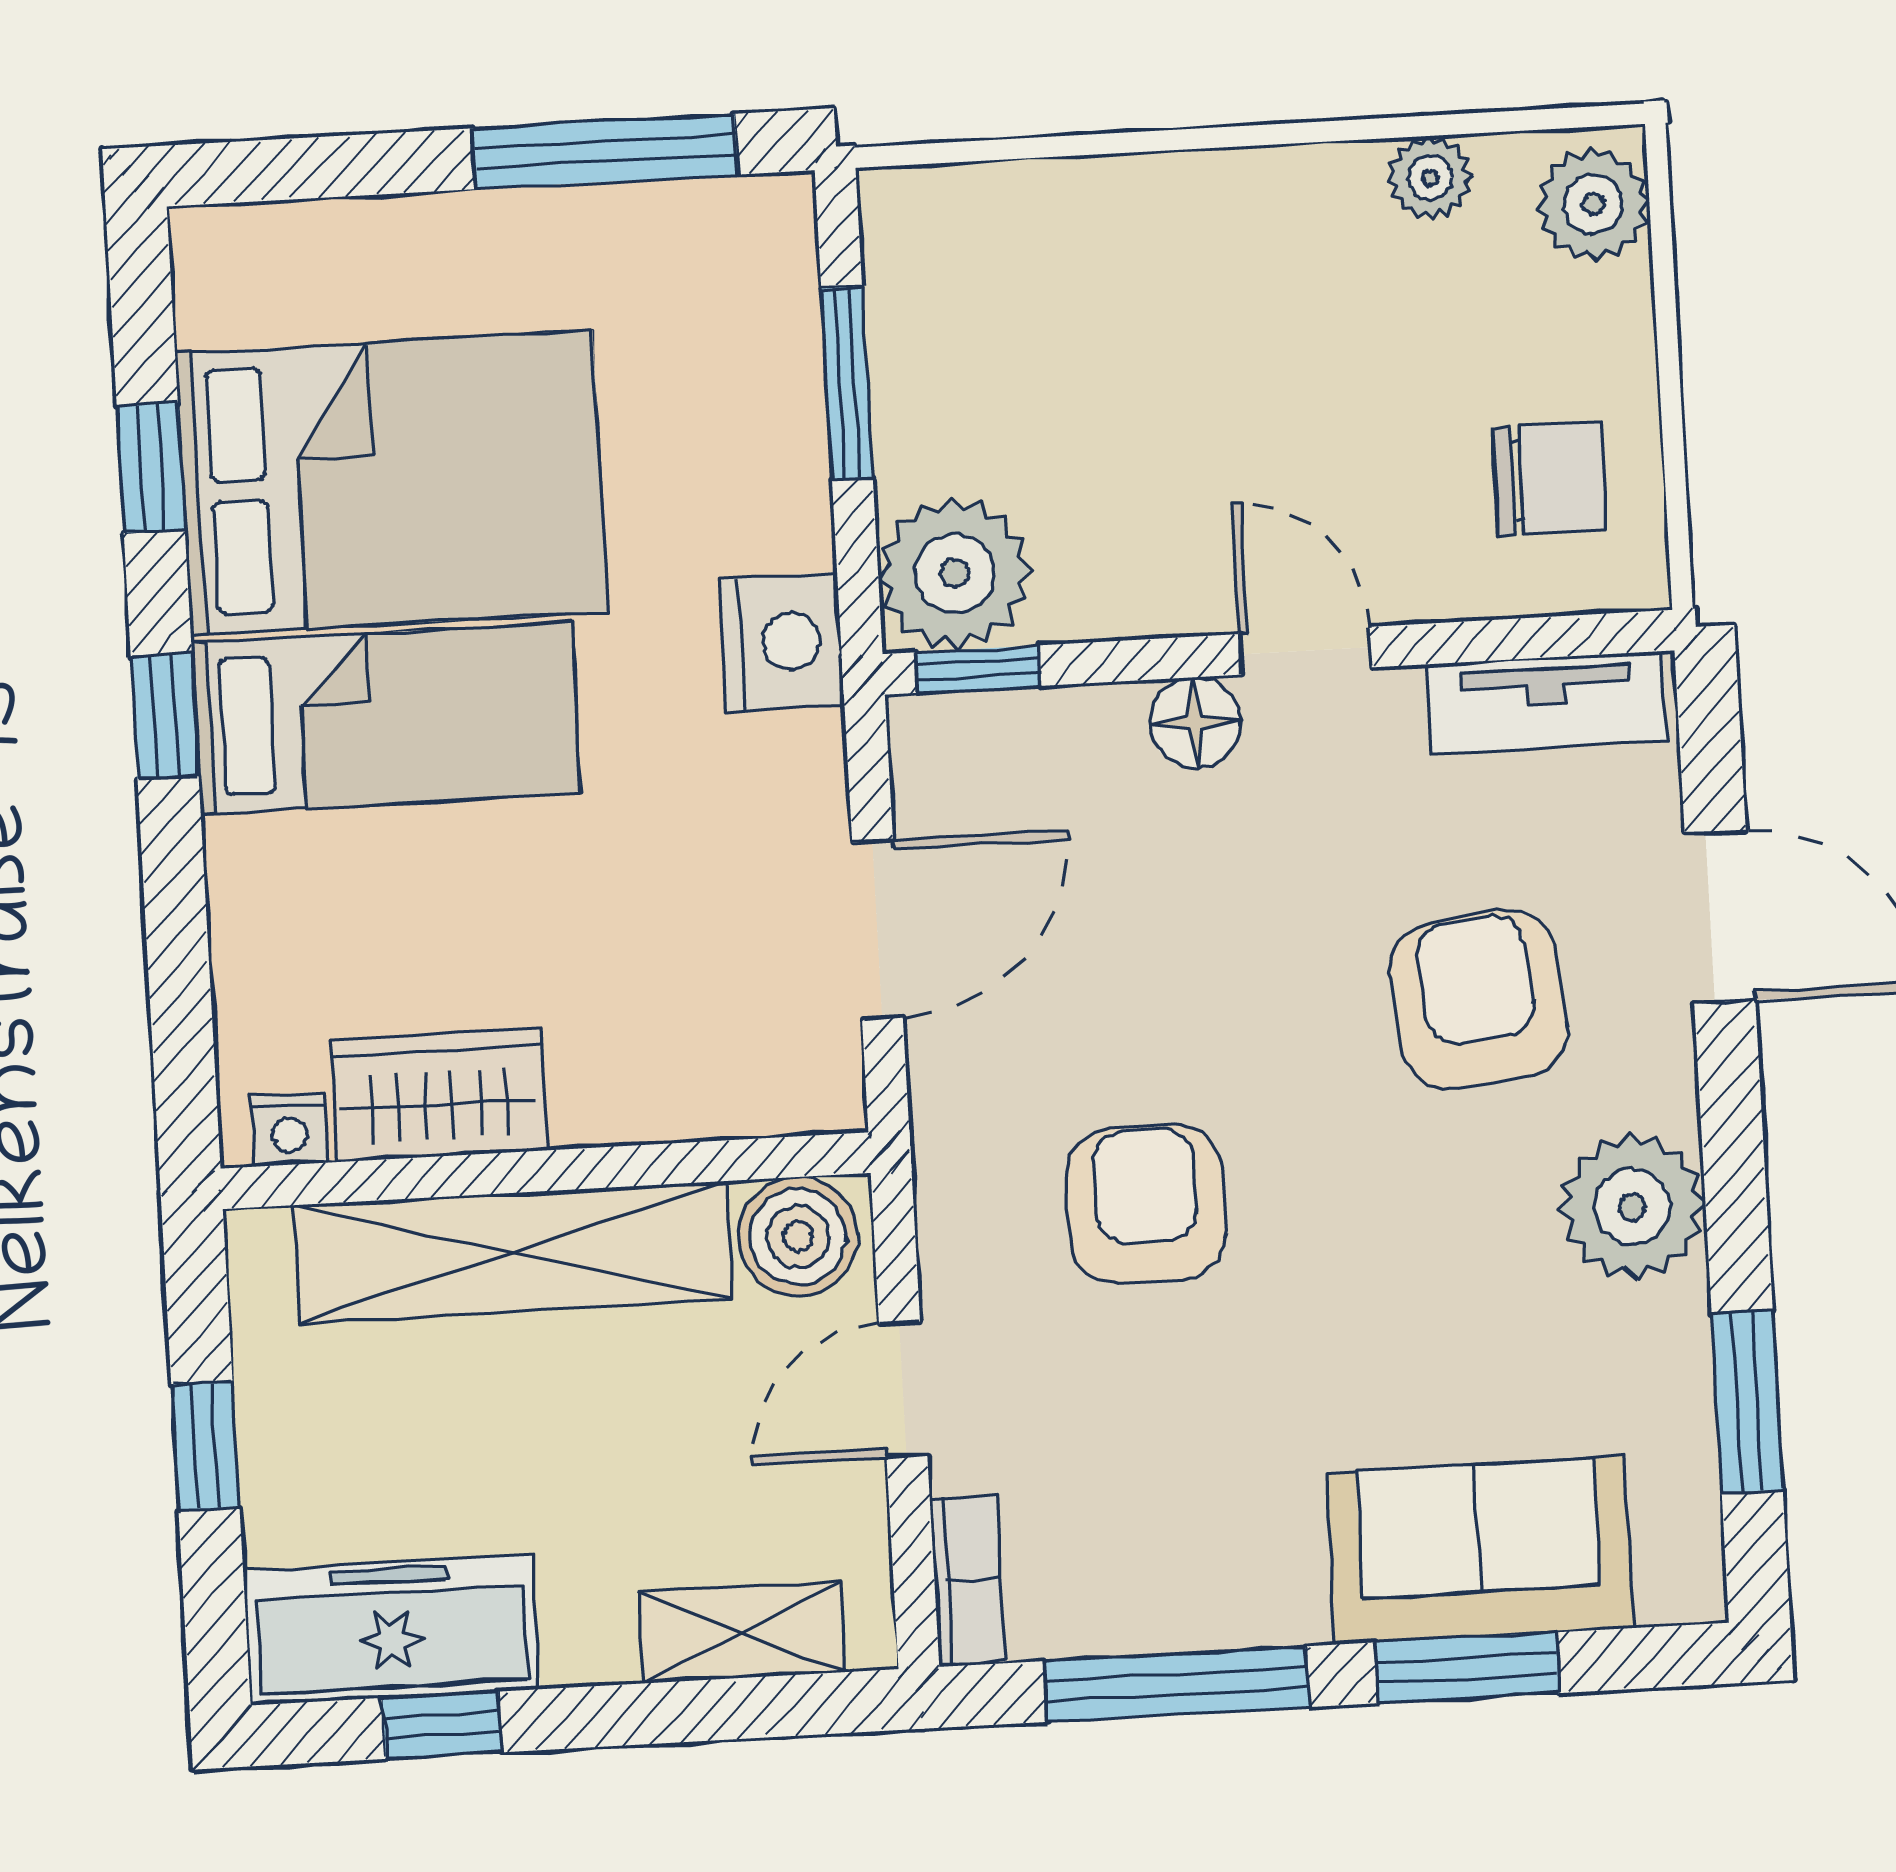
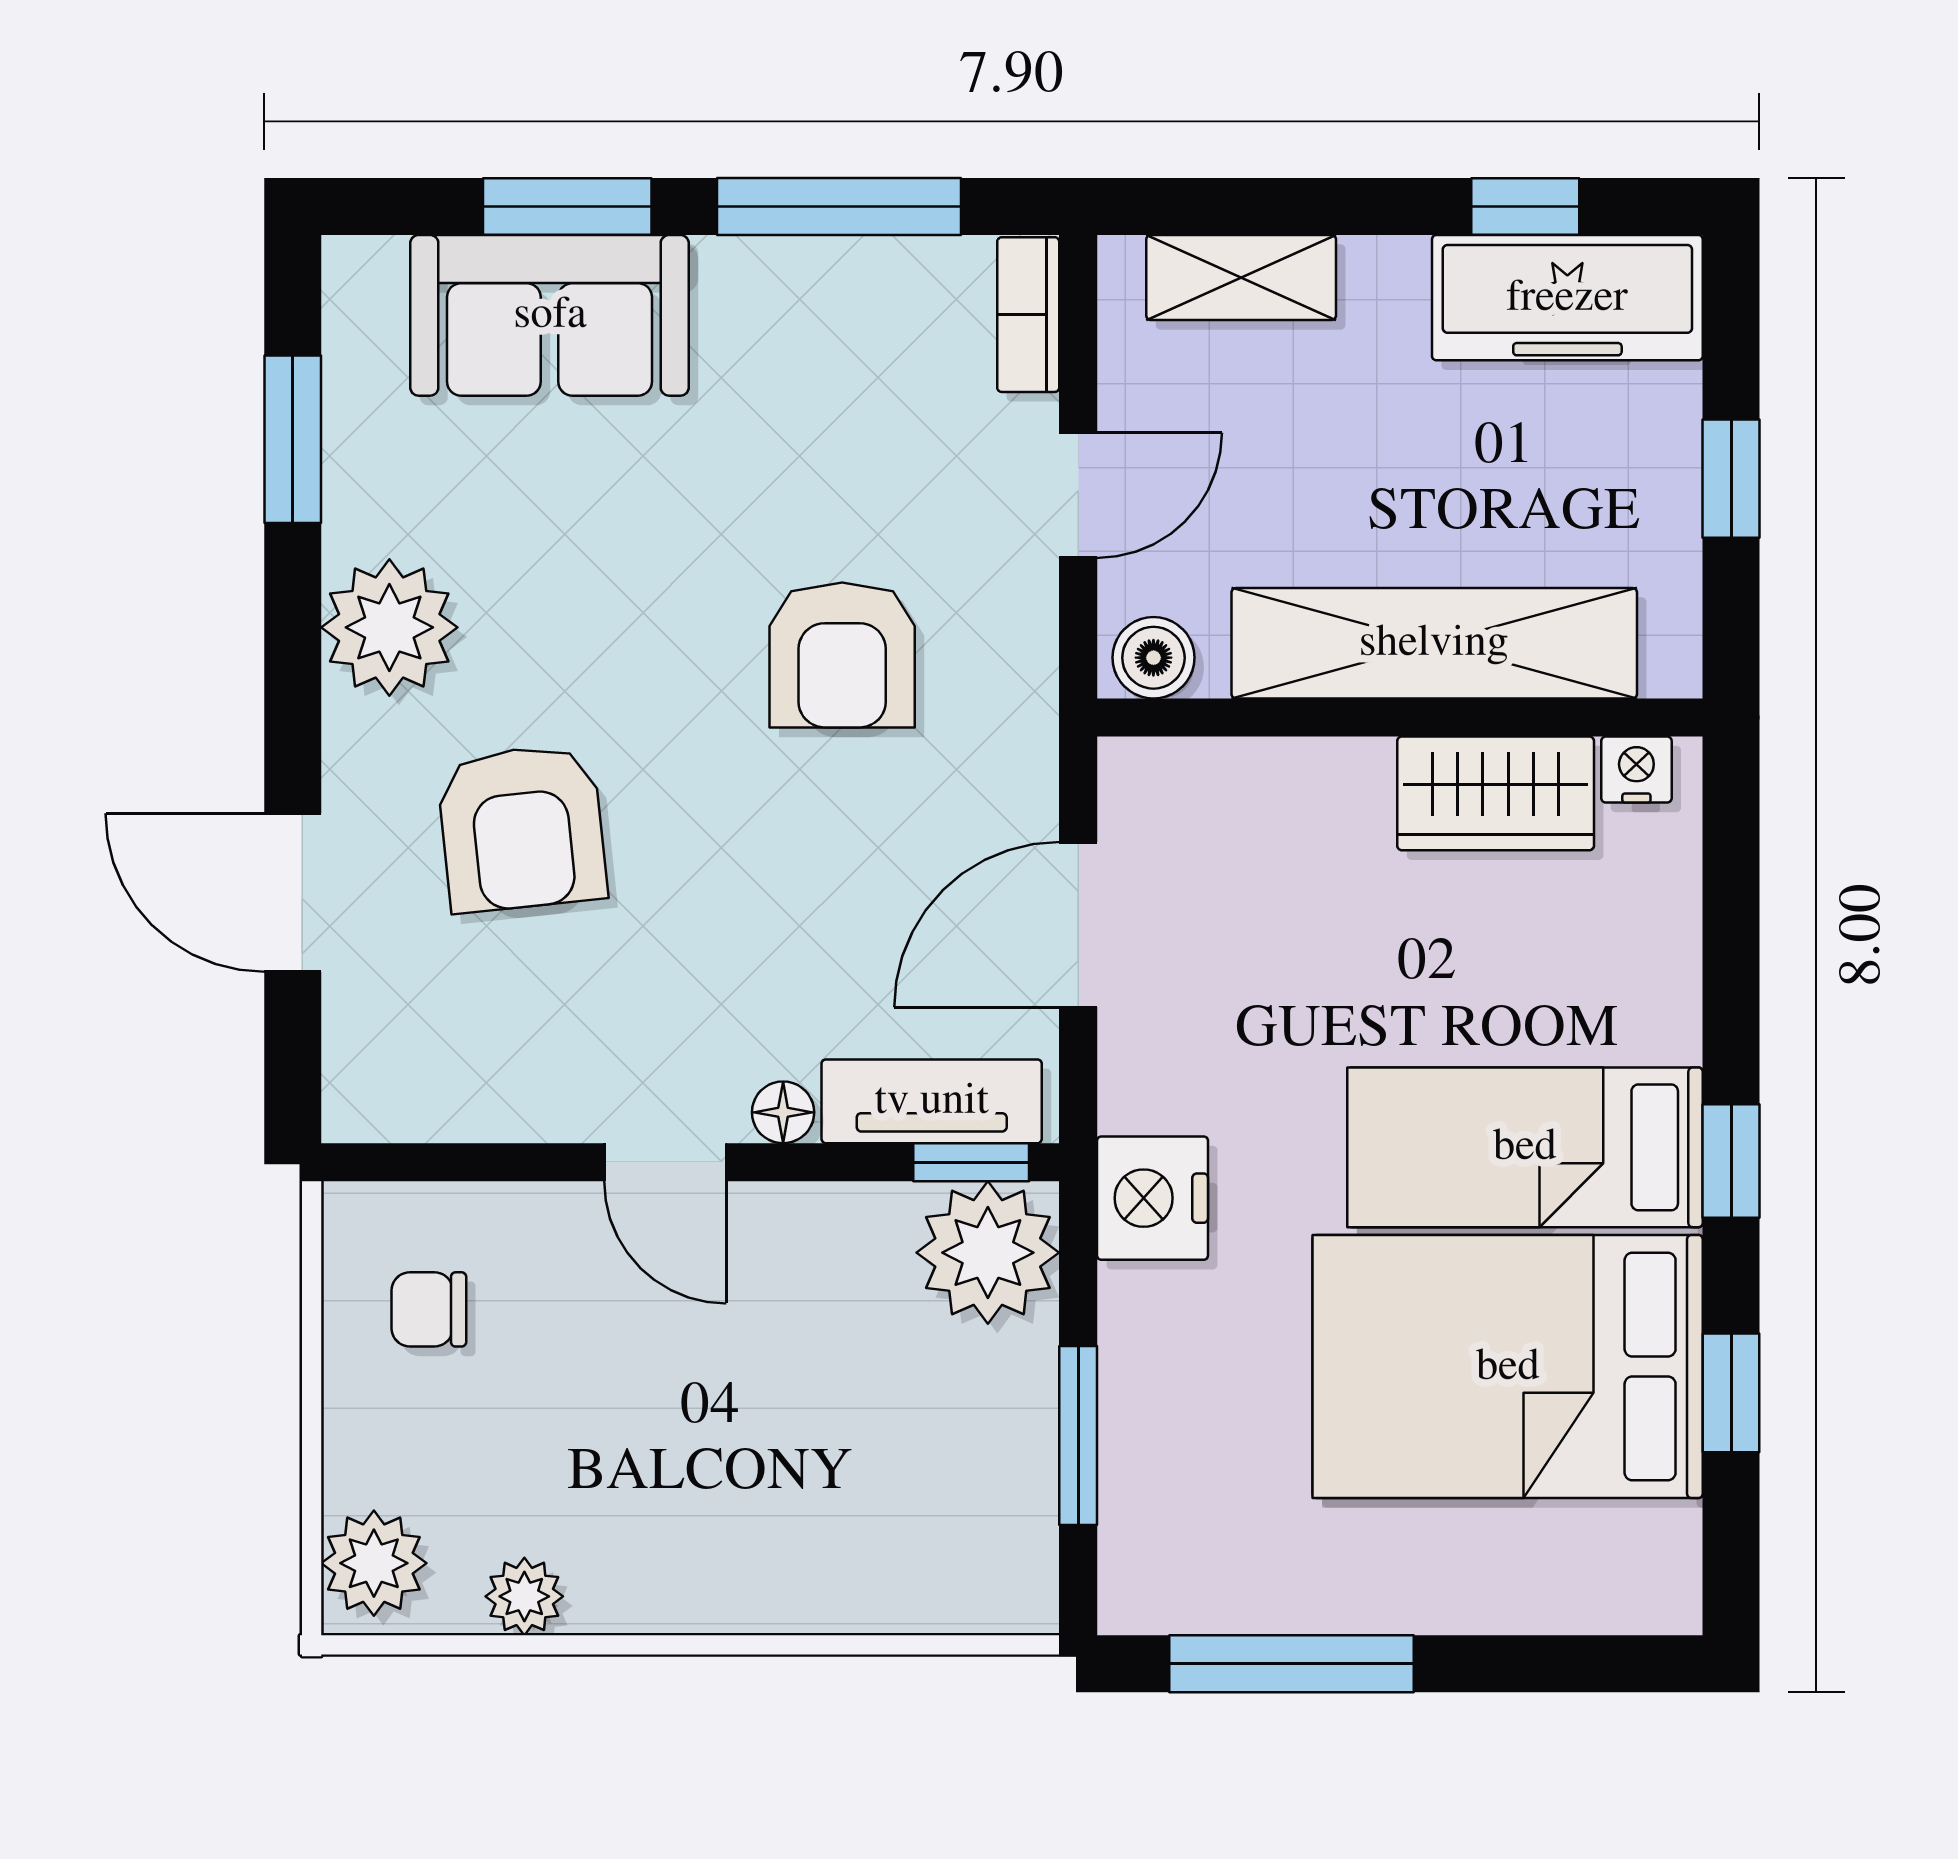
chair: (1549, 479) -> (429, 1309), width x0.73, depth x0.73
tv unit: (1547, 703) -> (932, 1101), moved
floor lamp: (1195, 723) -> (783, 1112), width x0.73, depth x0.73
boiler: (798, 1237) -> (1153, 658), width x0.73, depth x0.73

